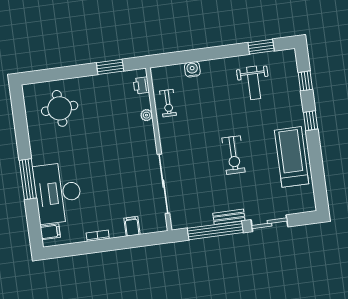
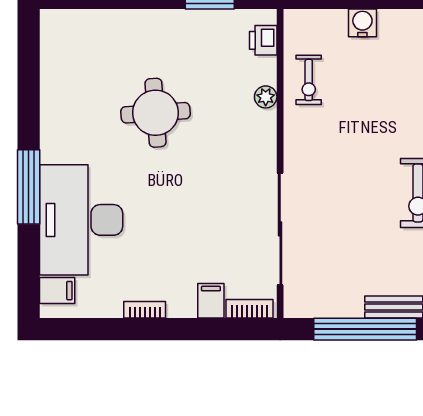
round table: (60, 108) -> (155, 113), moved
bookcase: (153, 228) -> (249, 309), added

